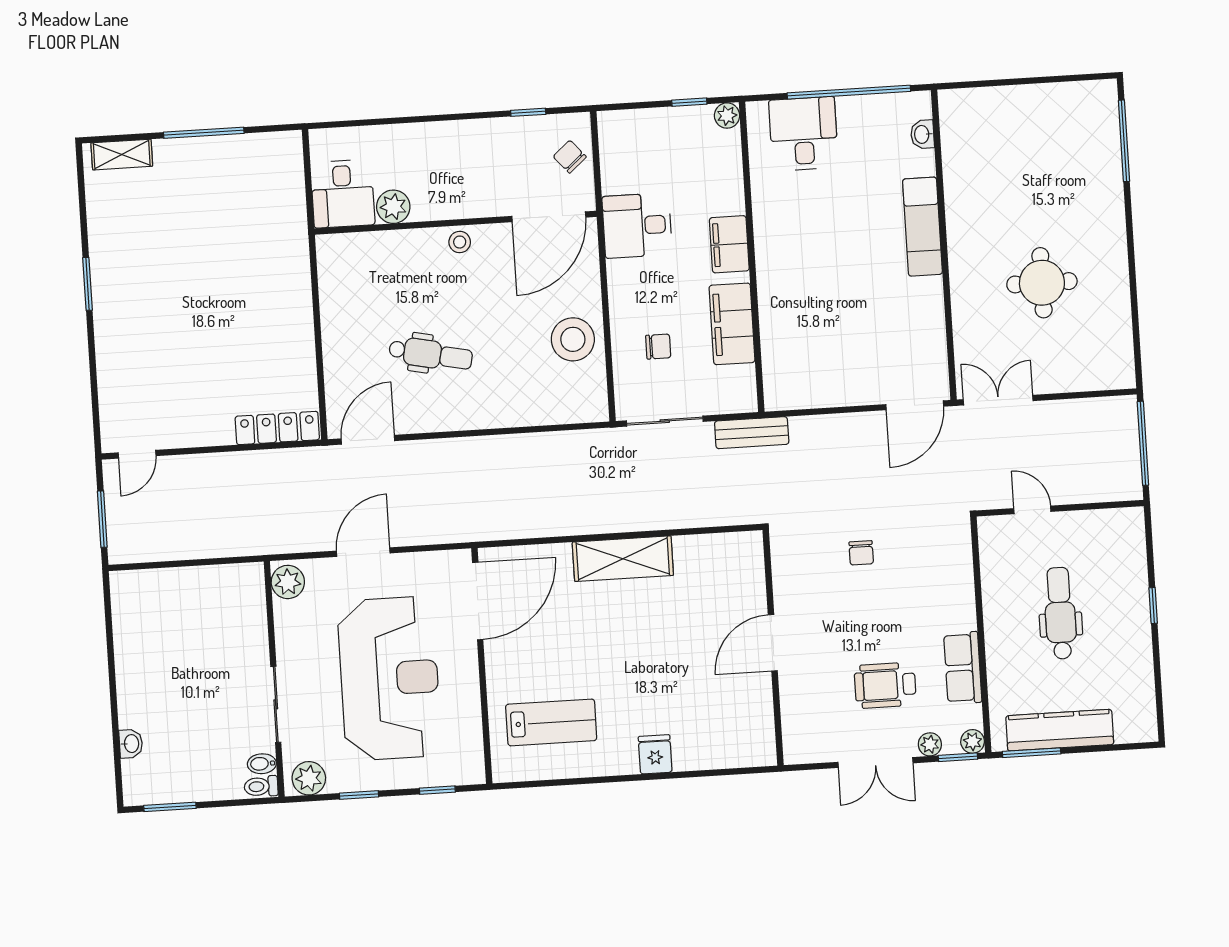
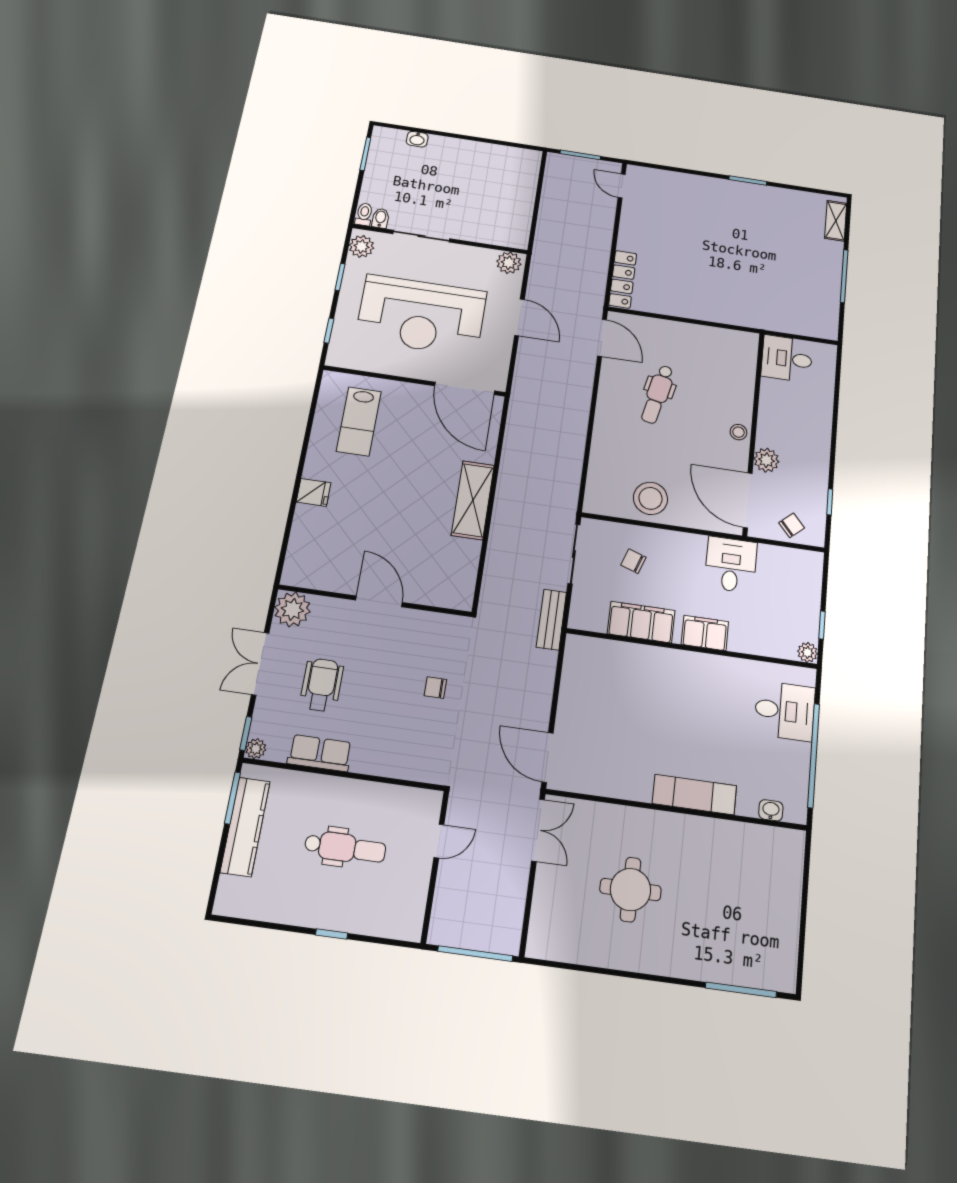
plant: (393, 207) -> (766, 460), moved
chair: (658, 347) -> (633, 561), turned 109
plant: (930, 744) -> (292, 609), moved, width x1.87, depth x1.87

